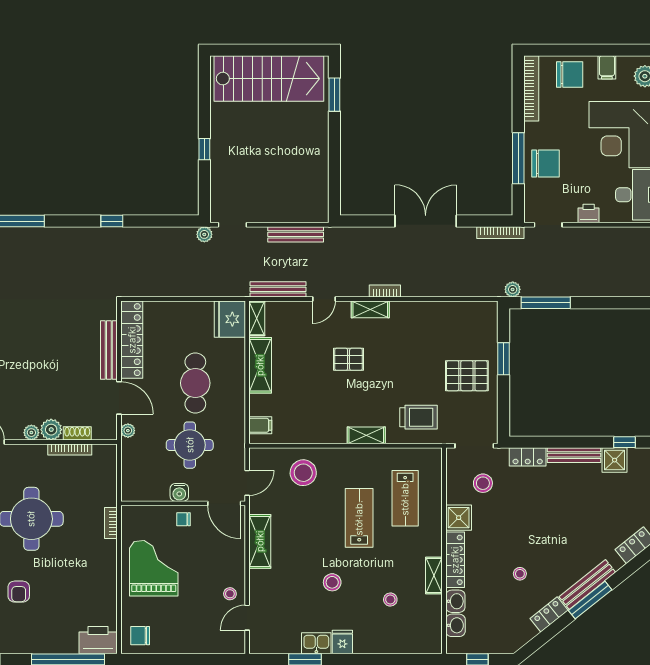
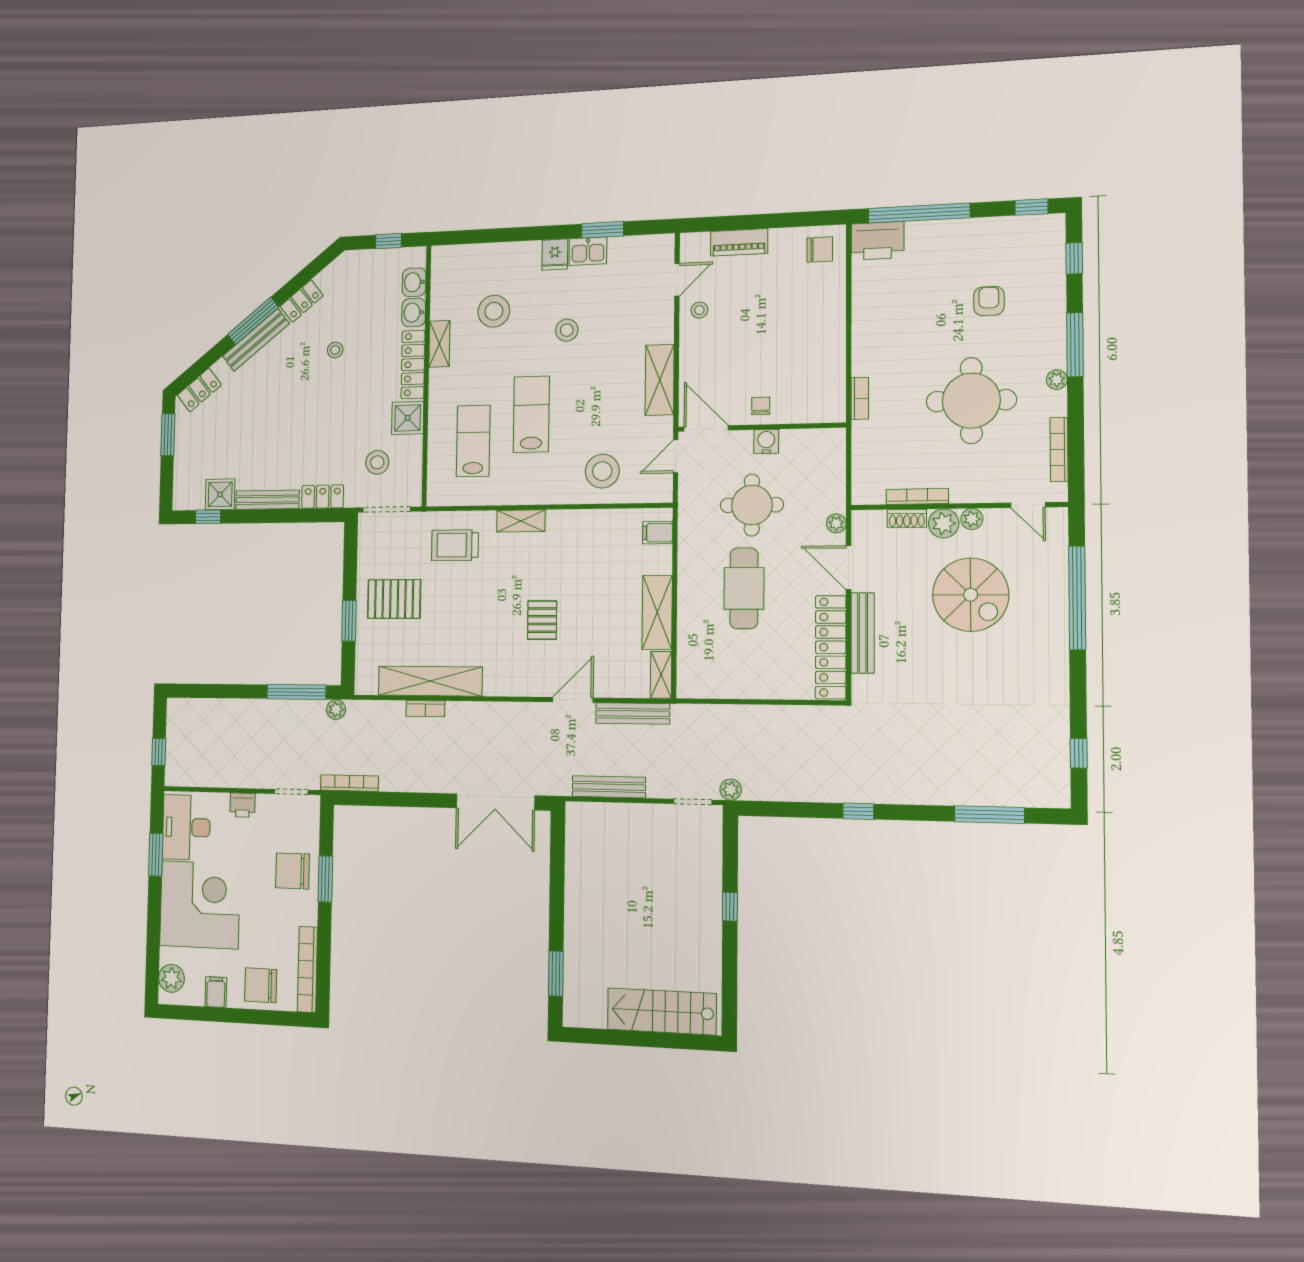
stairs: (269, 79) -> (662, 1011), width x0.73, depth x0.66
window: (518, 158) -> (325, 879), width x0.69
double door: (426, 221) -> (495, 802), moved
bookcase: (385, 291) -> (425, 709), moved
door: (324, 299) -> (573, 700), width x1.38
shelving: (370, 309) -> (430, 681), moved, width x2.20, depth x1.33
fridge: (230, 319) -> (697, 674), removed
pallet: (349, 359) -> (542, 620), turned 90
spiral stairs: (32, 378) -> (971, 595), added
lab bench: (359, 518) -> (531, 414), turned 180
chair: (183, 519) -> (761, 406), turned -90
grand piano: (154, 568) -> (801, 340), removed
stool: (390, 600) -> (494, 311), width x1.89, depth x1.89
piano: (200, 644) -> (739, 242), added

